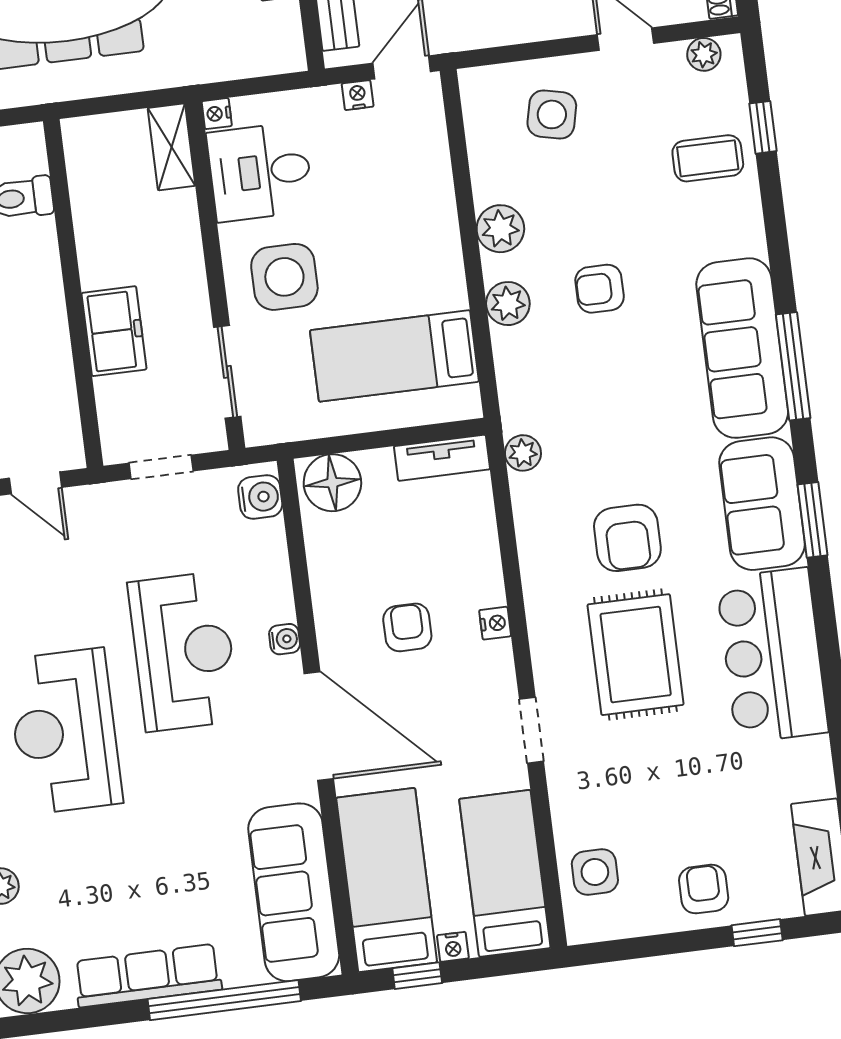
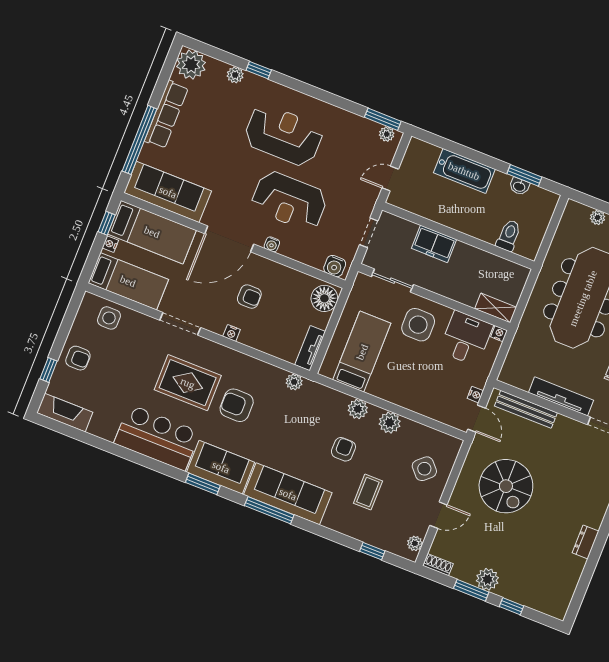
side table: (552, 114) -> (424, 469), turned 35
coffee table: (708, 158) -> (368, 492), moved
doorway: (531, 730) -> (180, 324), width x1.38

